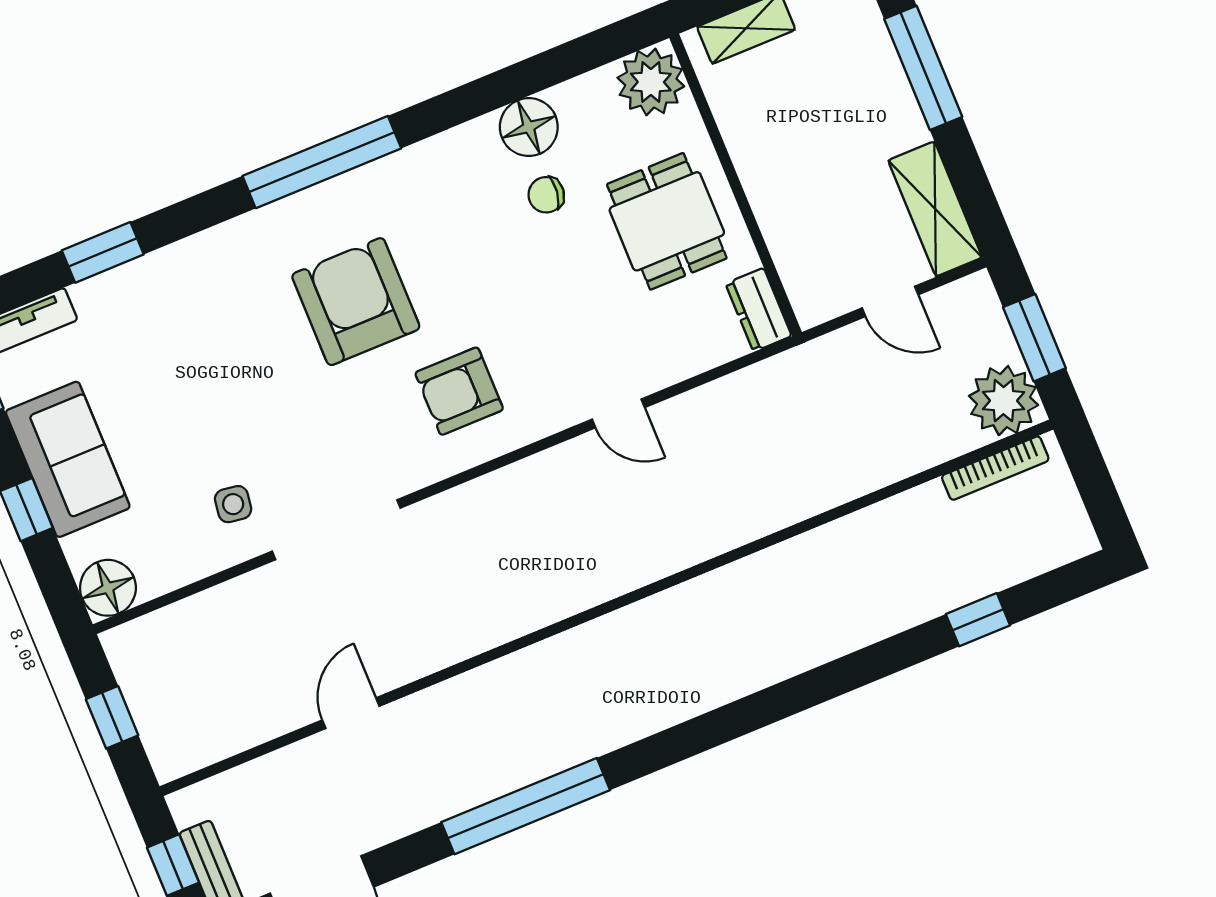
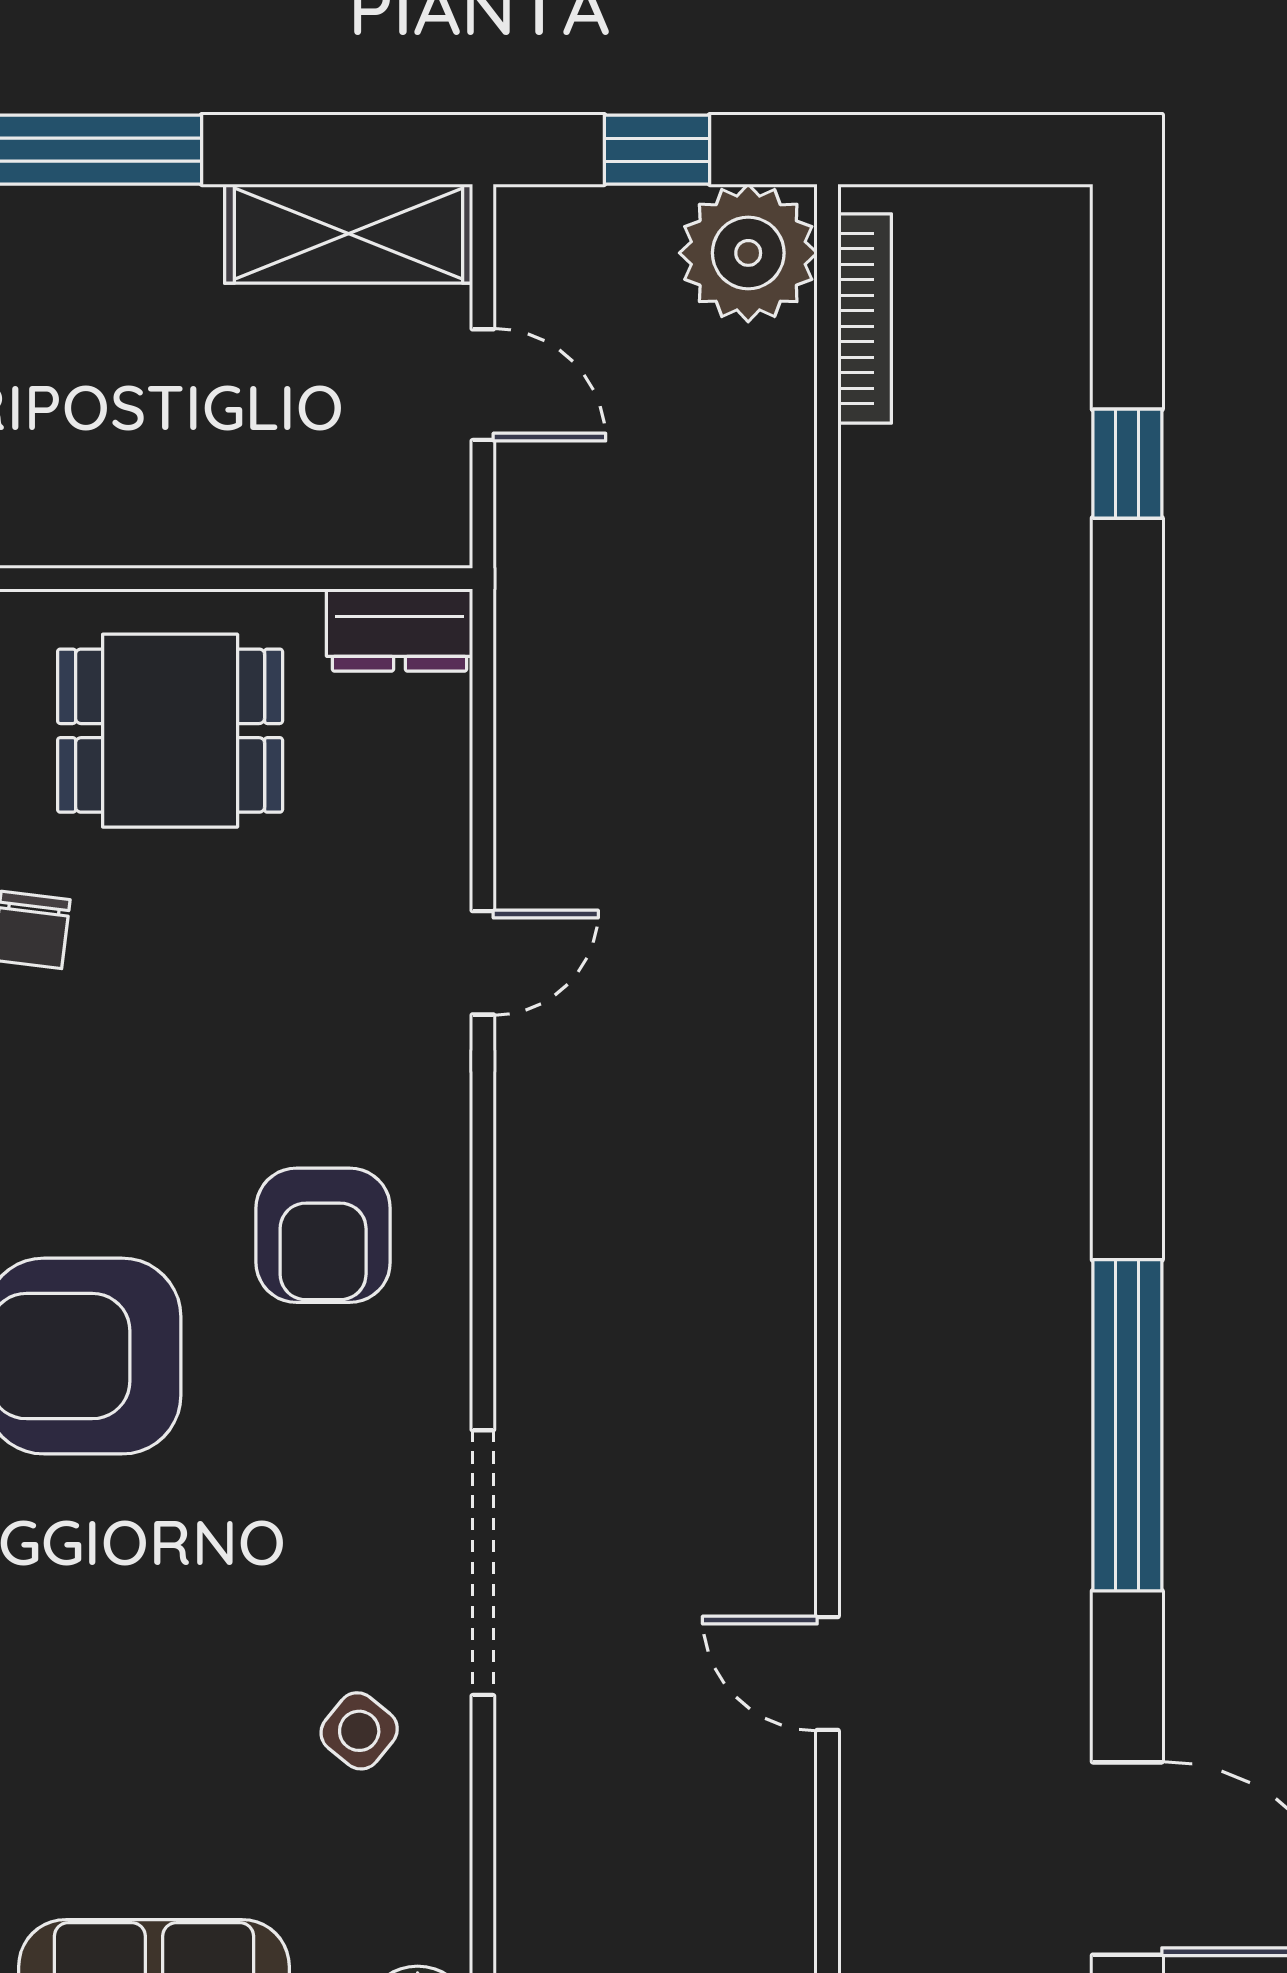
door: (890, 301) -> (483, 385), hinge flipped
window: (1034, 338) -> (657, 150), width x0.67
side table: (233, 504) -> (359, 1731), turned 31

